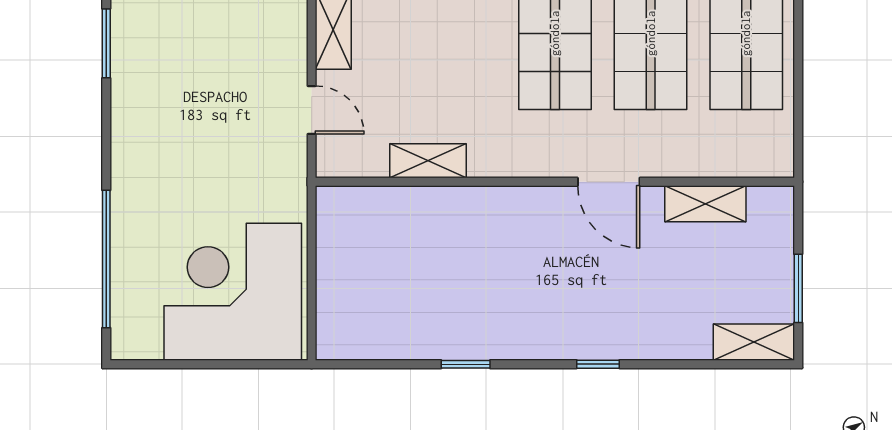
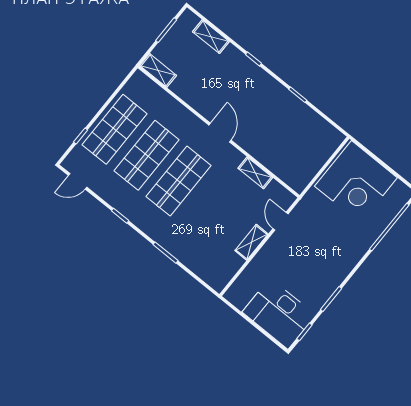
door: (609, 182) -> (220, 133), moved
shelving: (705, 204) -> (158, 70), moved
shelving: (754, 342) -> (211, 37), moved

